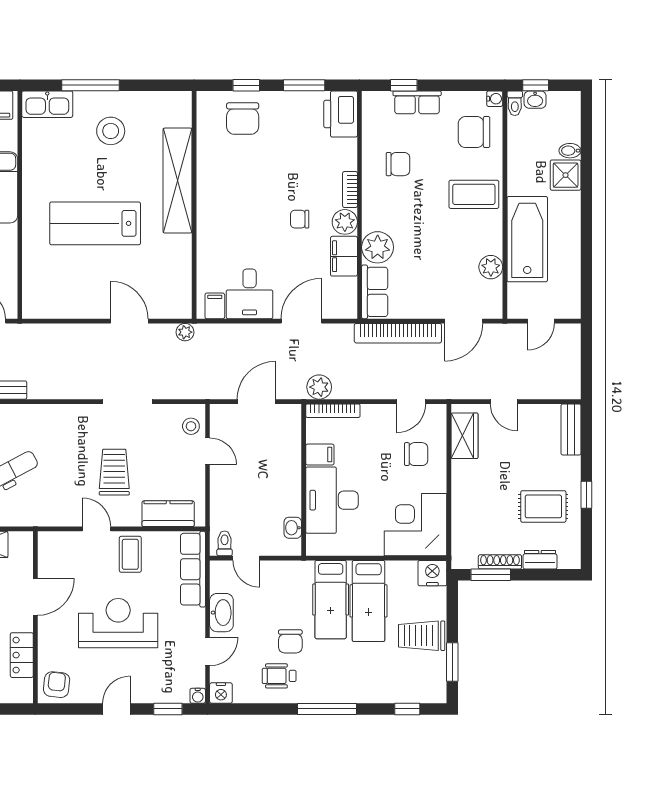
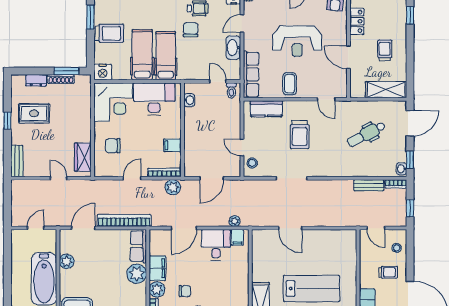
plant: (185, 332) -> (235, 221), moved
door: (411, 402) -> (132, 178), moved
desk: (332, 500) -> (154, 99), moved, turned -90
door: (96, 529) -> (326, 99), moved
door: (35, 597) -> (348, 57), hinge flipped

